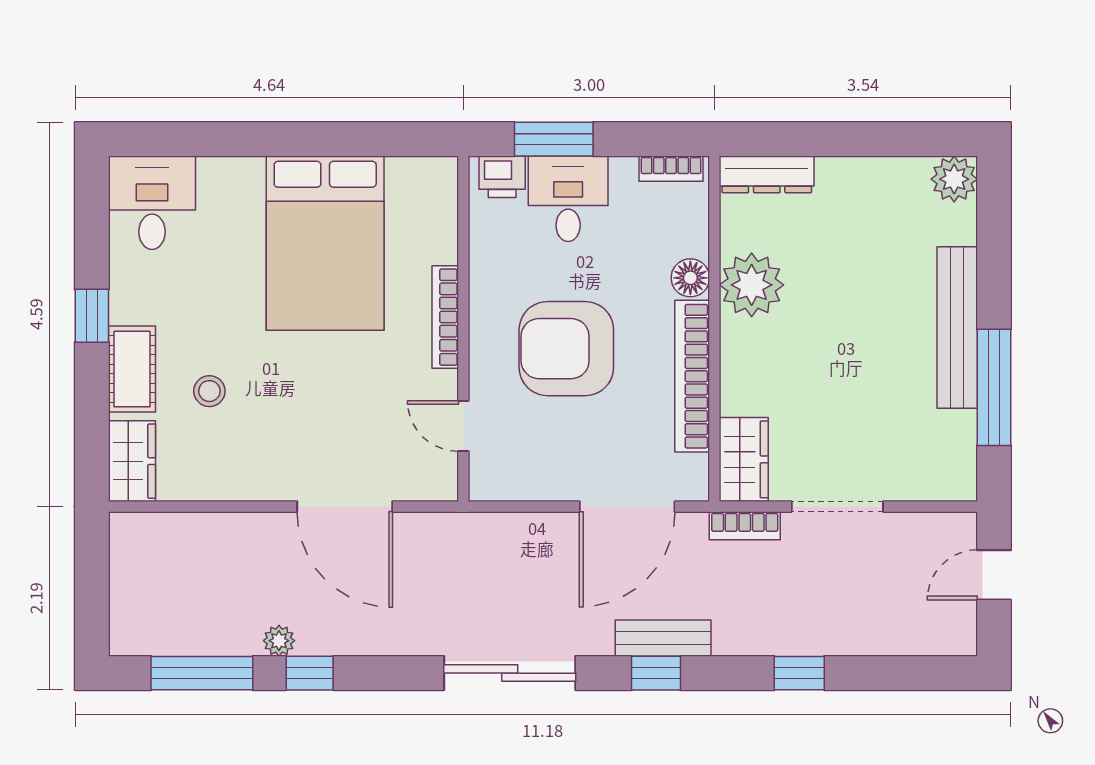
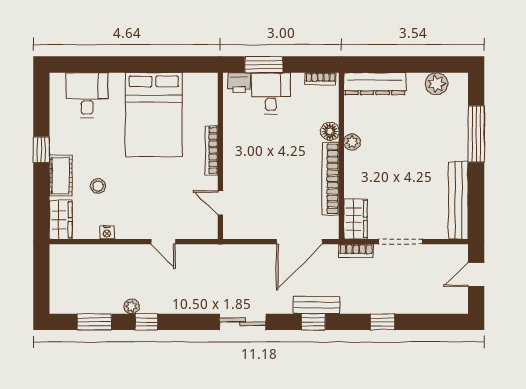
dresser: (767, 174) -> (375, 84), width x1.37, depth x1.24
plant: (954, 179) -> (436, 84), moved
desk: (152, 203) -> (87, 95), moved
plant: (752, 285) -> (352, 142), width x0.53, depth x0.53
bench: (957, 328) -> (458, 200), moved
armchair: (566, 349) -> (270, 166), removed
window: (994, 387) -> (476, 134), moved
nightstand: (228, 487) -> (107, 232), added
door: (345, 507) -> (163, 242), width x0.53
window: (202, 673) -> (94, 322), width x0.69
sliding door: (510, 673) -> (243, 322), width x0.73

